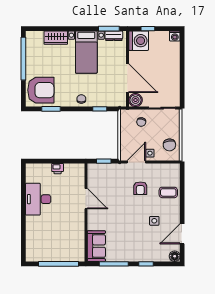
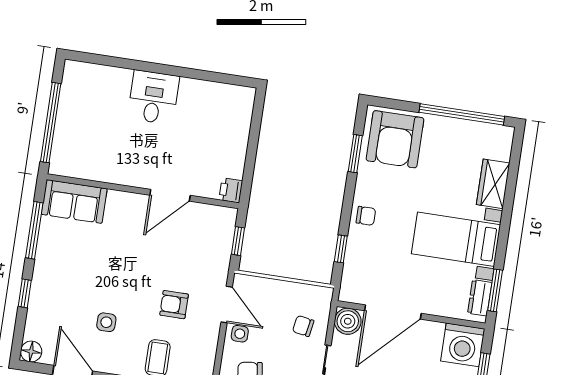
printer: (58, 169) -> (231, 190), moved
desk: (38, 199) -> (153, 97), moved, width x0.73

